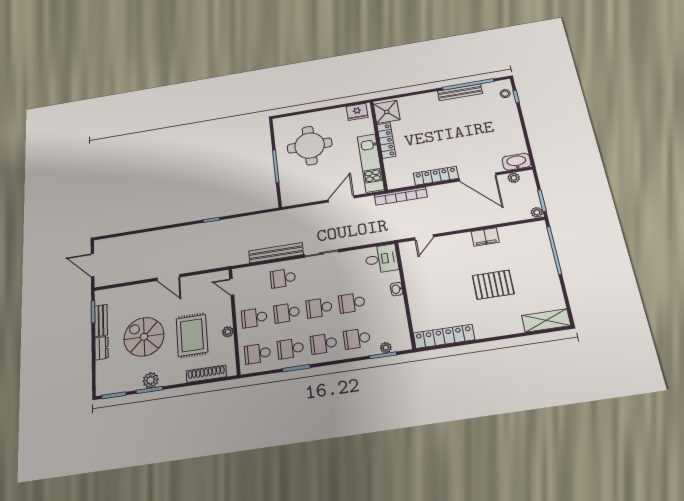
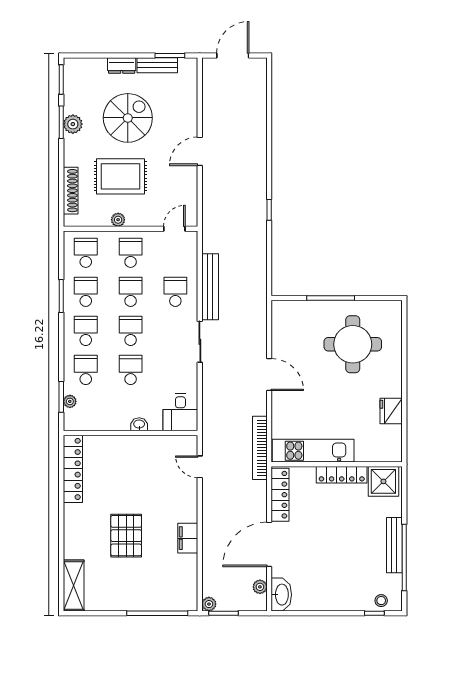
shower: (387, 112) -> (383, 481), moved
locker: (386, 140) -> (342, 475), moved
wall: (379, 145) -> (337, 464), moved
kitchen unit: (371, 163) -> (313, 451), moved

